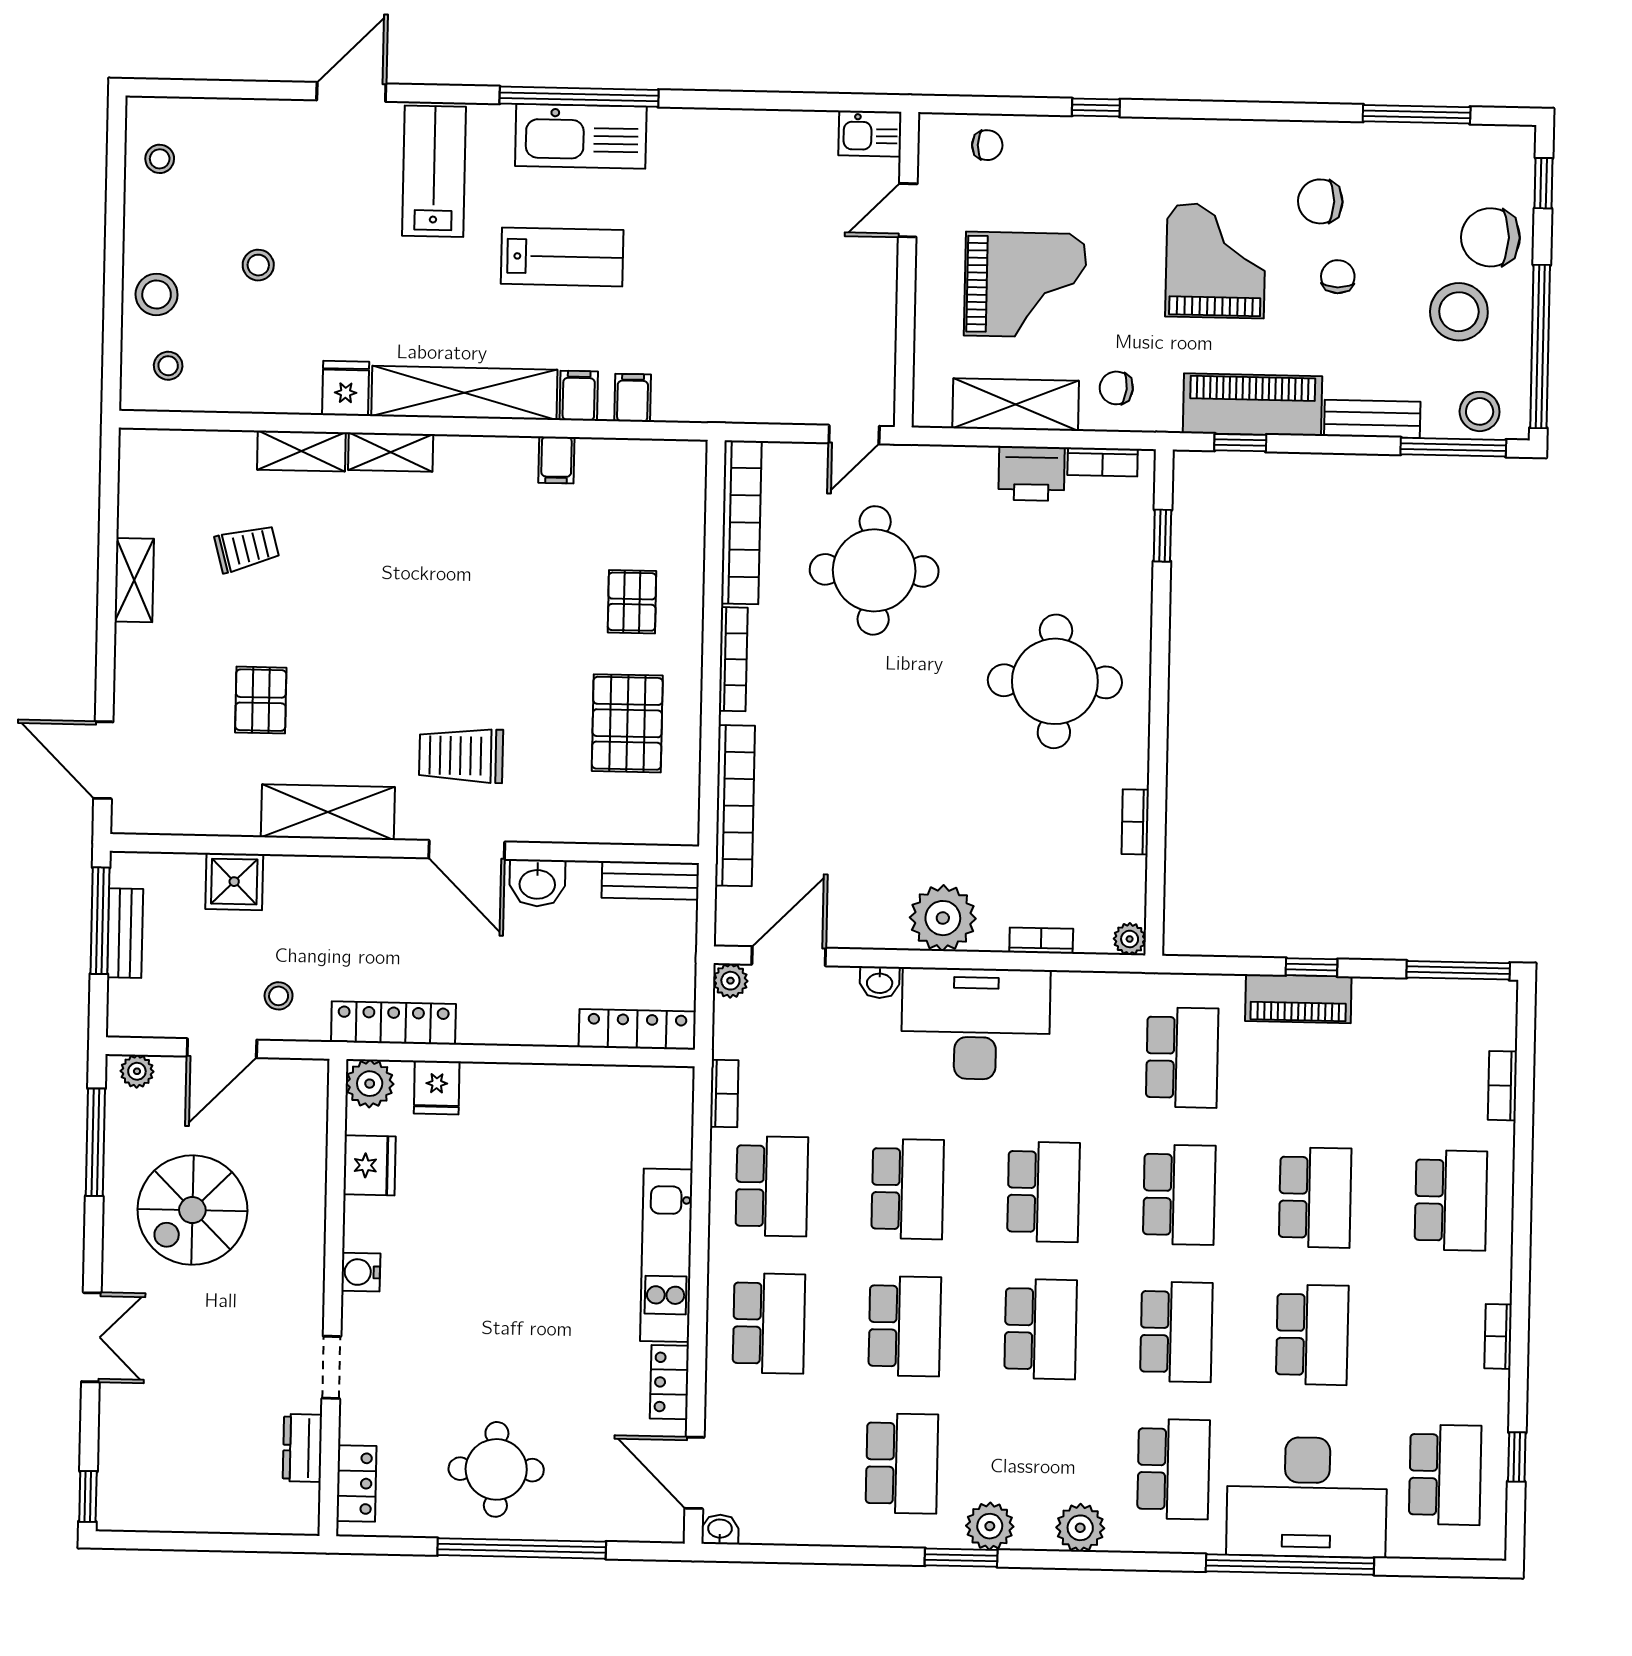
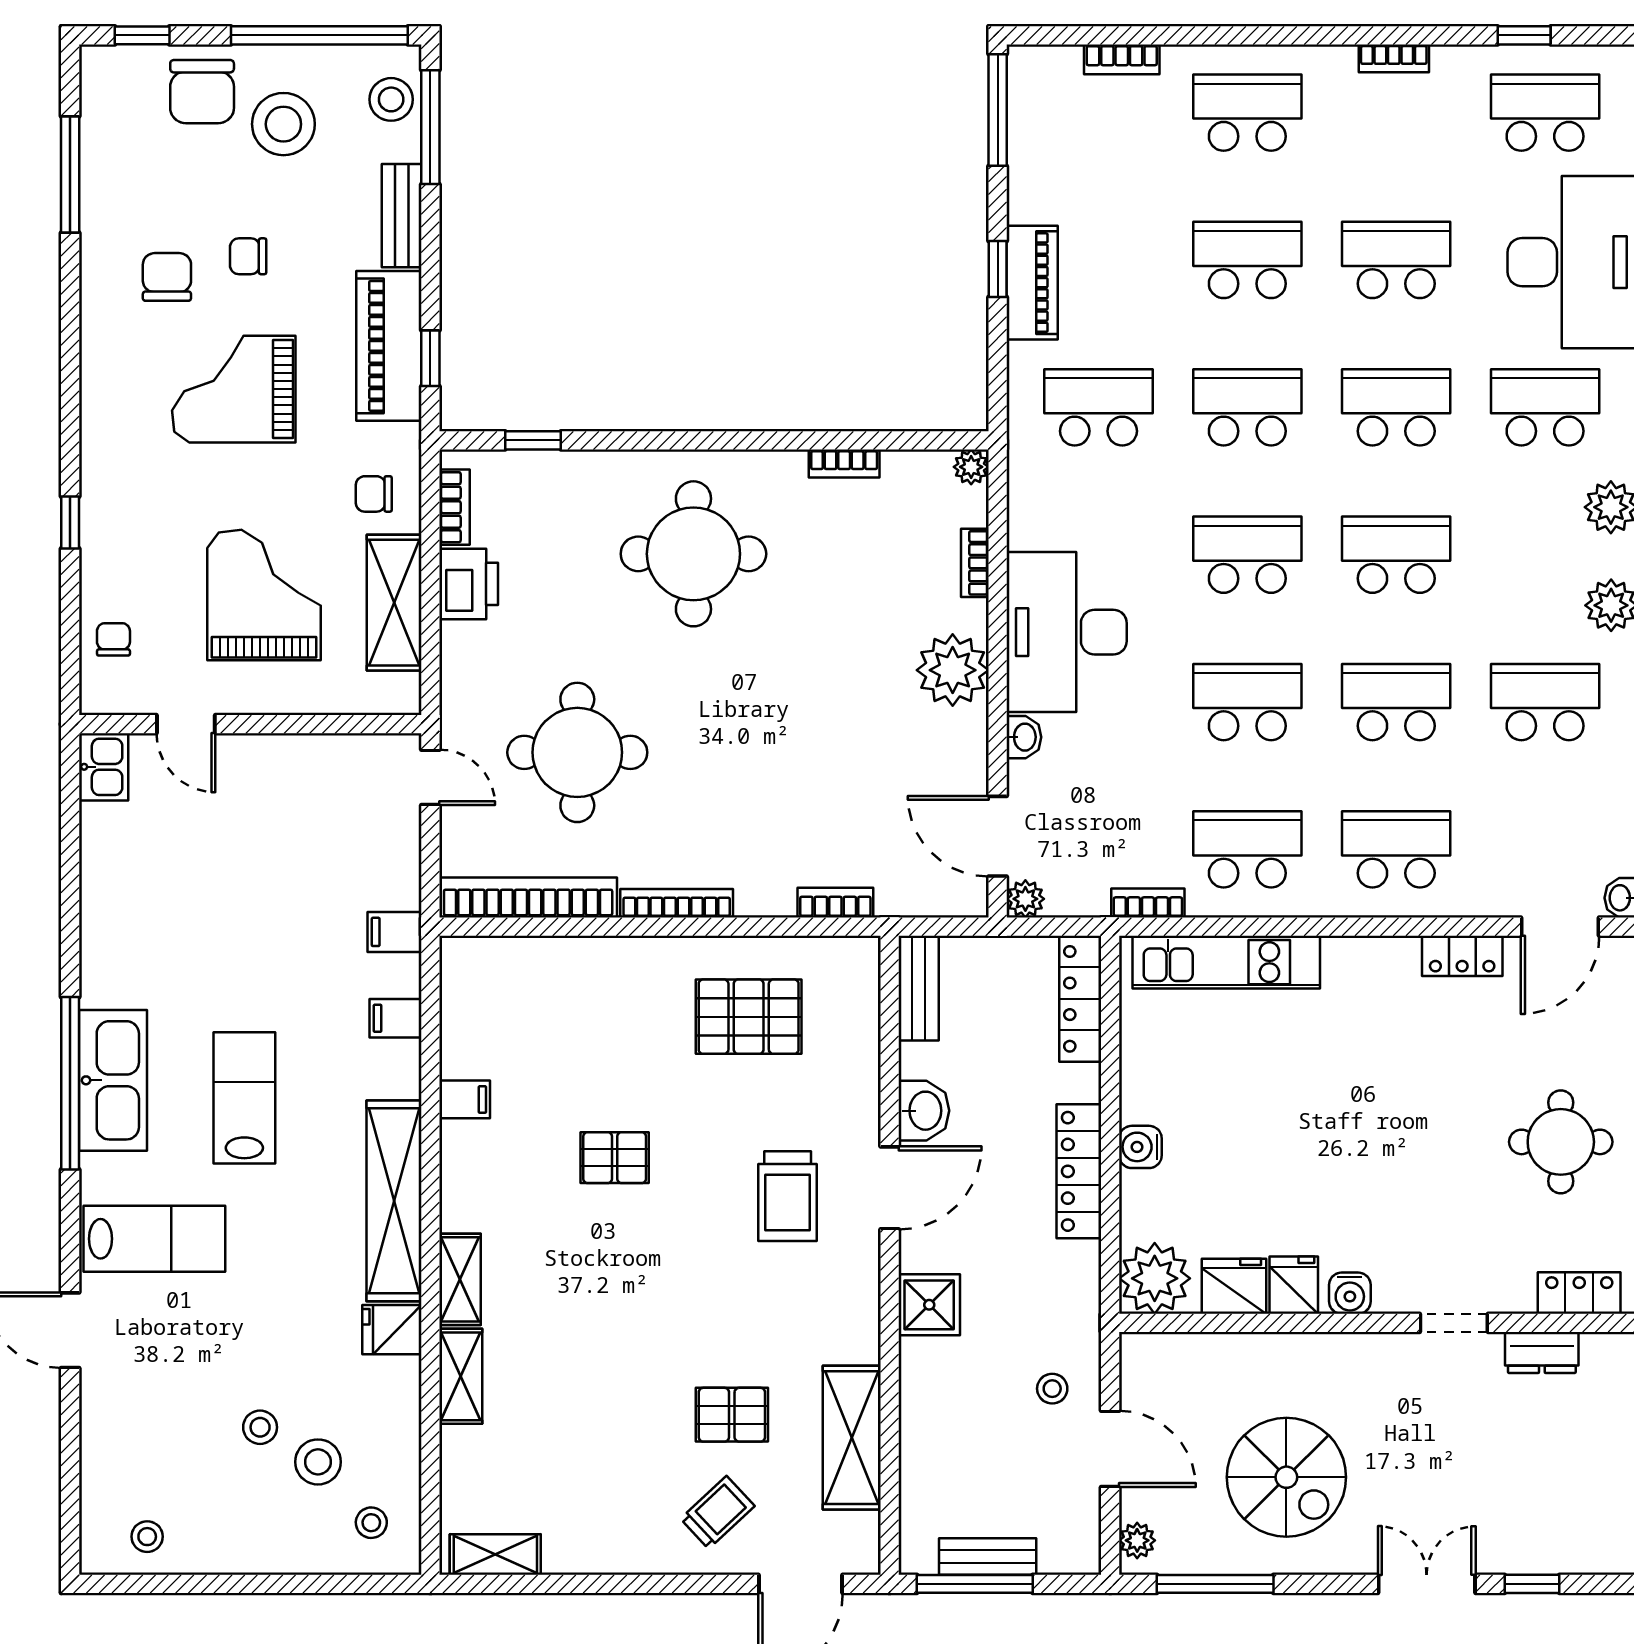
lab bench: (434, 171) -> (154, 1239), turned 180
chair: (1320, 201) -> (167, 277), turned 180
stool: (157, 294) -> (318, 1462), moved
chair: (1116, 388) -> (374, 494), turned 85
filing cabinet: (579, 396) -> (395, 932), moved
trolley: (247, 548) -> (718, 1512), moved, turned 62
shelving: (134, 580) -> (495, 1555), moved
pallet: (632, 602) -> (615, 1158), moved
bookcase: (735, 806) -> (835, 903), width x0.43, depth x0.76
shelving: (328, 812) -> (852, 1438), moved
shower: (234, 882) -> (929, 1305), moved
locker: (393, 1023) -> (1079, 1171), moved
water cooler: (500, 1082) -> (1140, 1147), added
plant: (370, 1084) -> (1155, 1278), width x1.36, depth x1.36
fridge: (437, 1088) -> (1294, 1285), moved, turned -90
kitchen unit: (666, 1255) -> (1226, 962), moved
window: (88, 1497) -> (1532, 1584), moved

